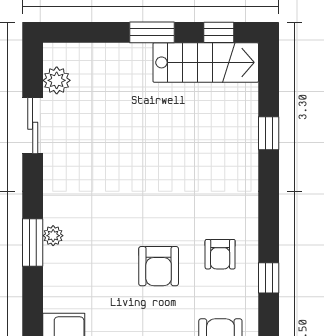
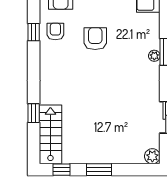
stairs: (206, 62) -> (50, 134), moved, turned 90
plant: (57, 80) -> (152, 156), moved
armchair: (220, 254) -> (55, 31), moved

